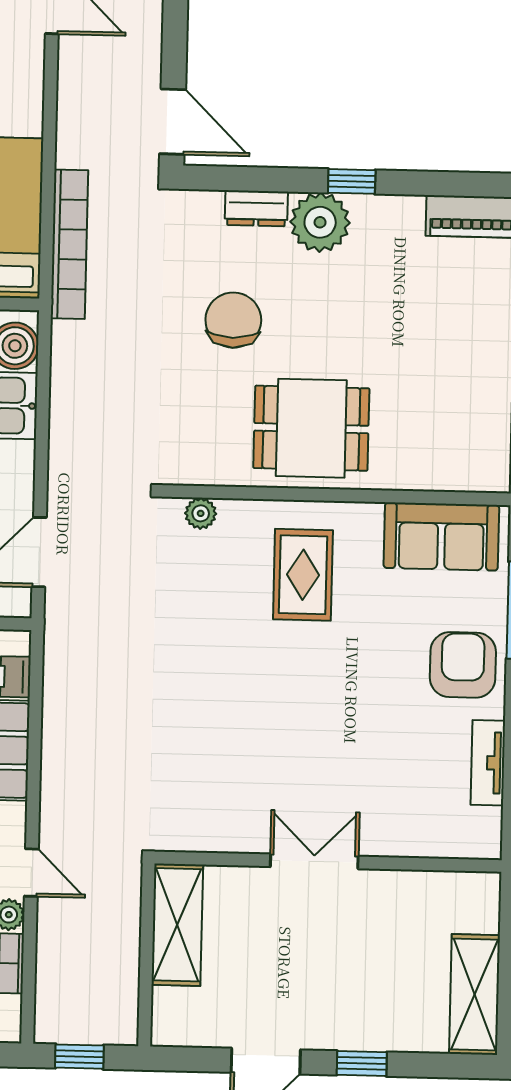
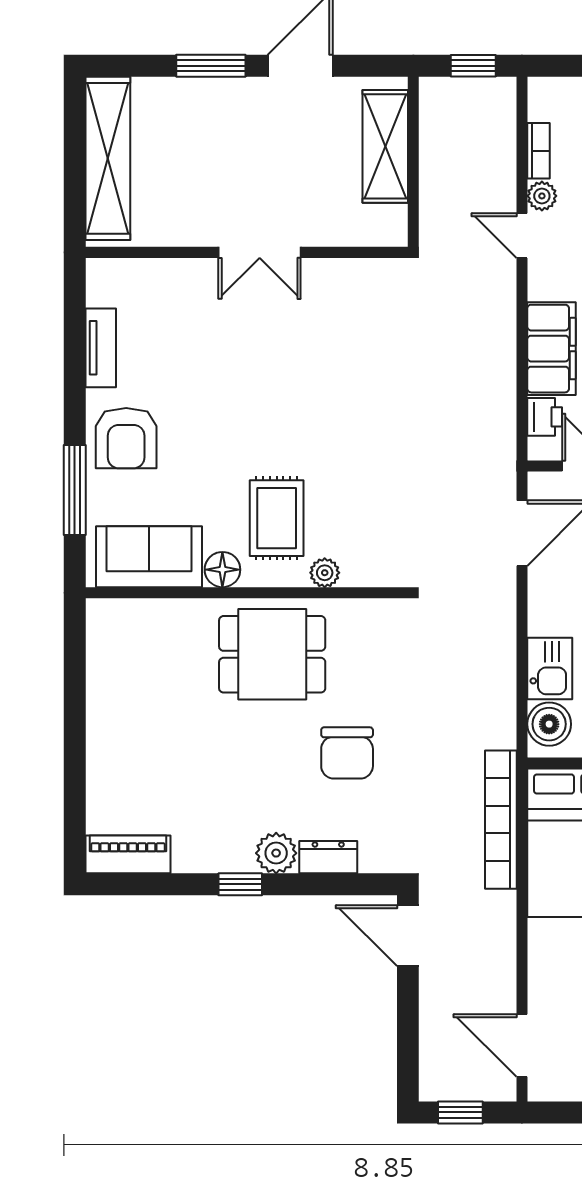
plant: (320, 222) -> (276, 853), width x0.73, depth x0.73
plant: (201, 513) -> (325, 573), moved
floor lamp: (363, 521) -> (222, 570), added
shelving: (177, 925) -> (385, 146), moved
shelving: (474, 995) -> (108, 158), width x1.47
window: (362, 1063) -> (211, 66), width x1.50

